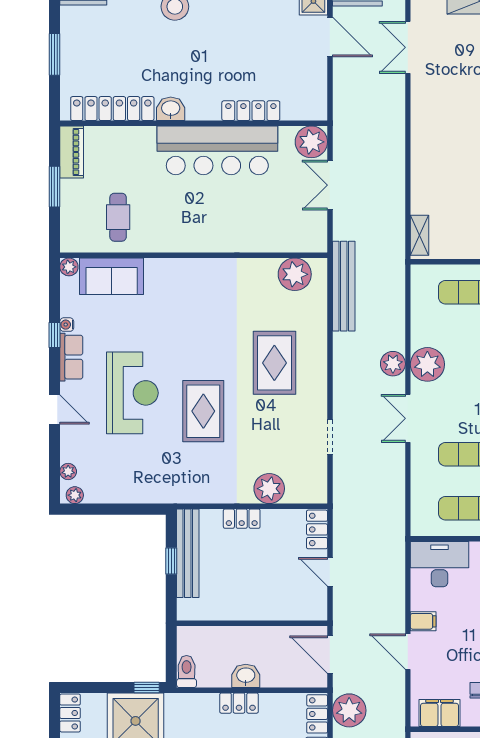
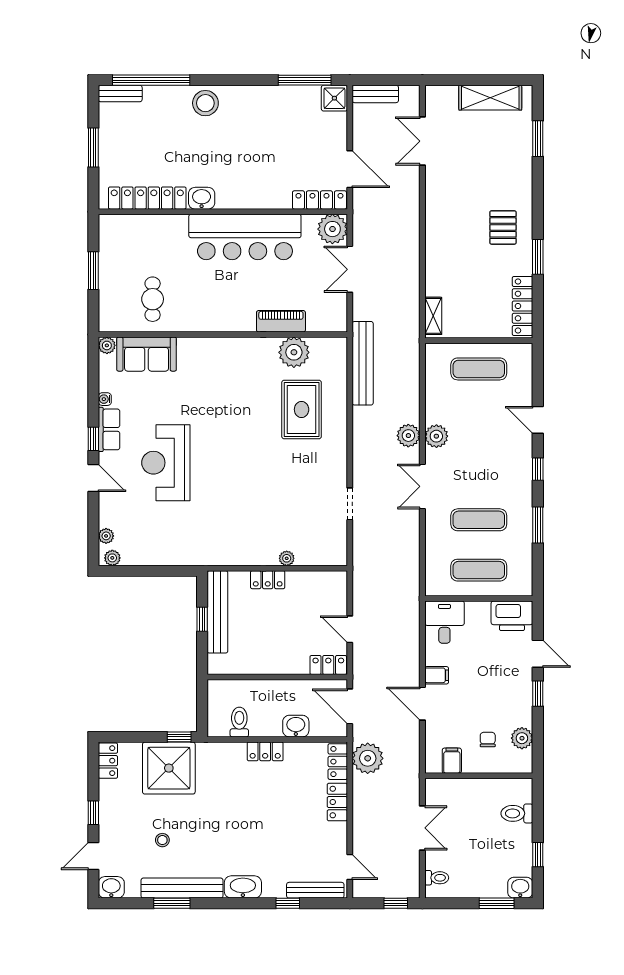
door: (330, 37) -> (350, 169), moved
locker: (251, 111) -> (319, 200), moved
piano: (72, 152) -> (281, 321), moved, turned -90
plant: (295, 274) -> (294, 352), moved
window: (54, 335) -> (93, 439), moved
rug: (274, 363) -> (302, 409), moved
plant: (427, 364) -> (436, 436), width x0.73, depth x0.73
reception desk: (132, 393) -> (166, 463), turned 180
rug: (203, 411) -> (232, 480), removed
plant: (269, 489) -> (287, 558), width x0.53, depth x0.53
locker: (317, 529) -> (328, 665), moved, turned 90
desk: (440, 564) -> (444, 622), width x0.73
toilet: (187, 672) -> (239, 722), moved
washbasin: (246, 676) -> (296, 726), moved
filing cabinet: (440, 713) -> (452, 761), width x0.50

